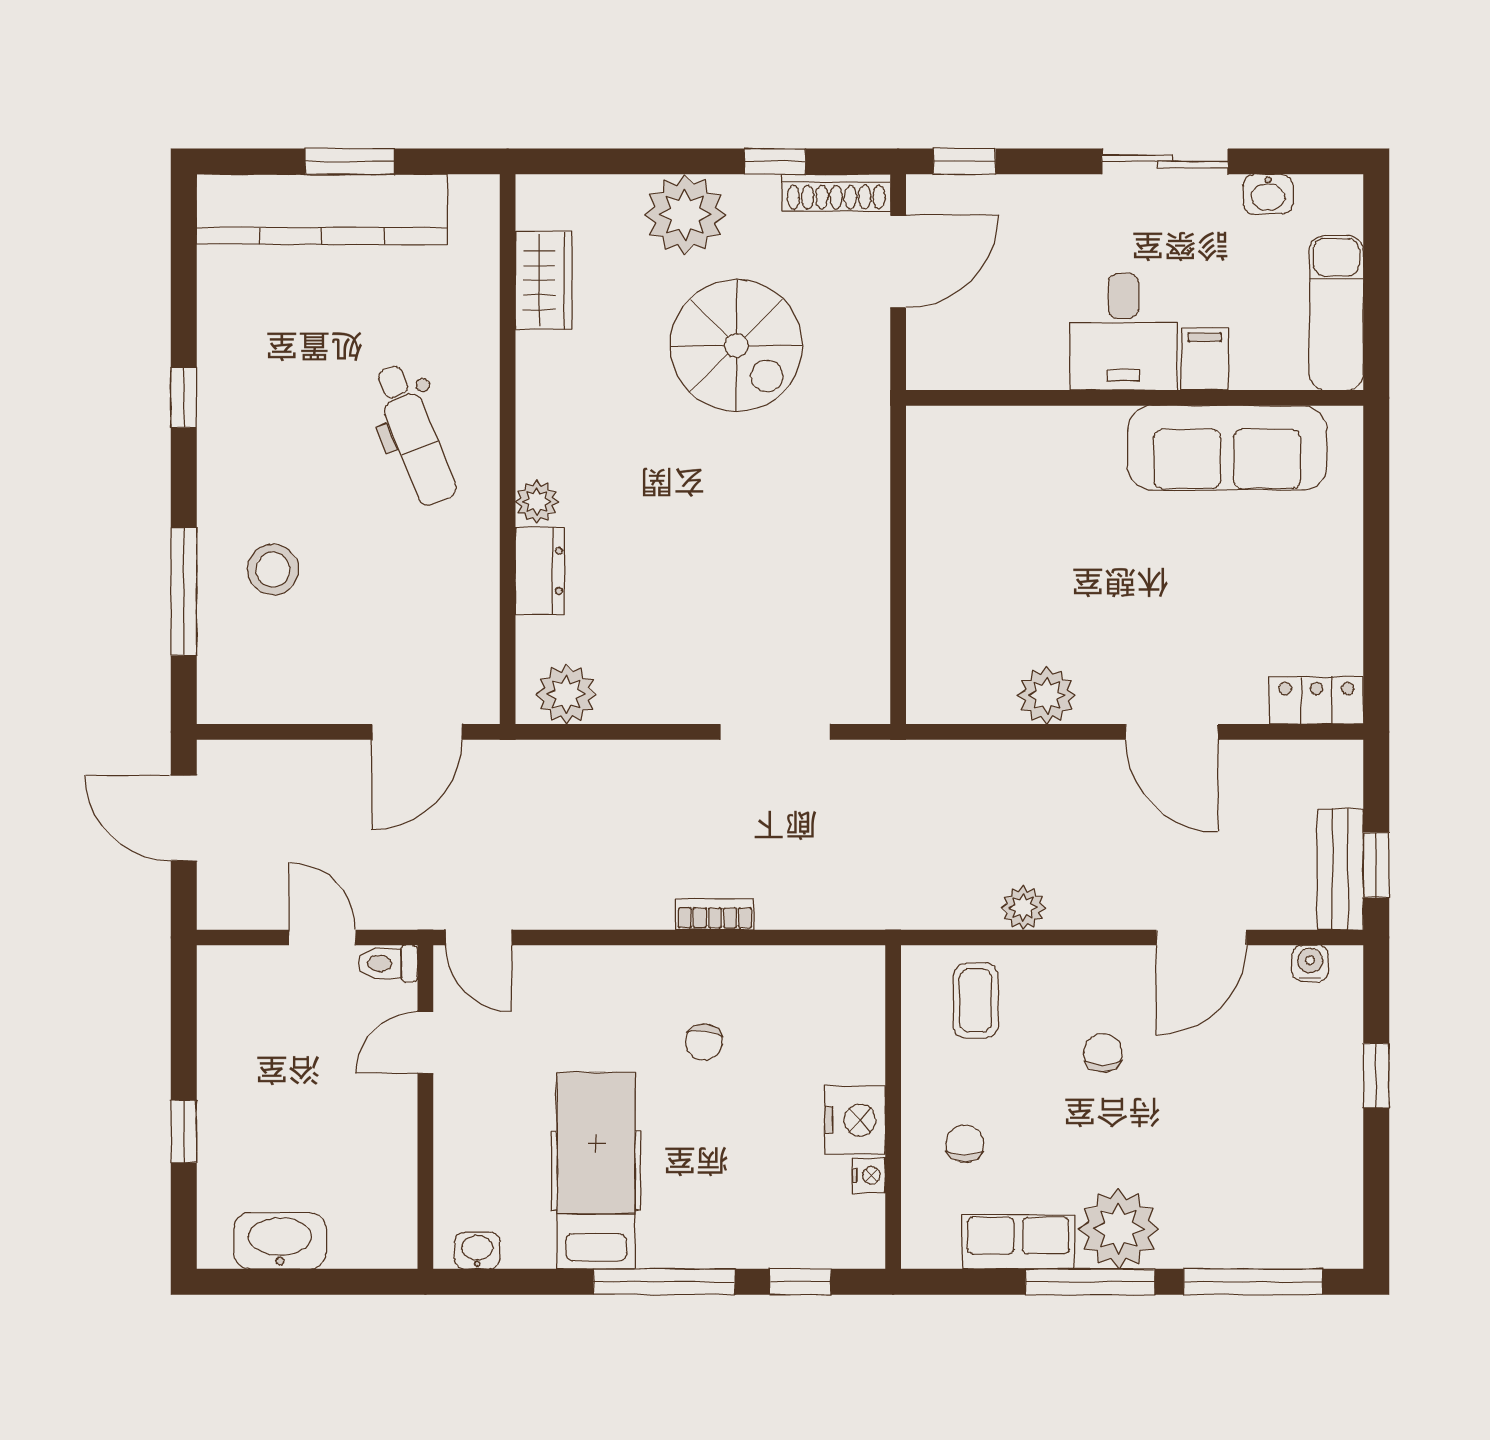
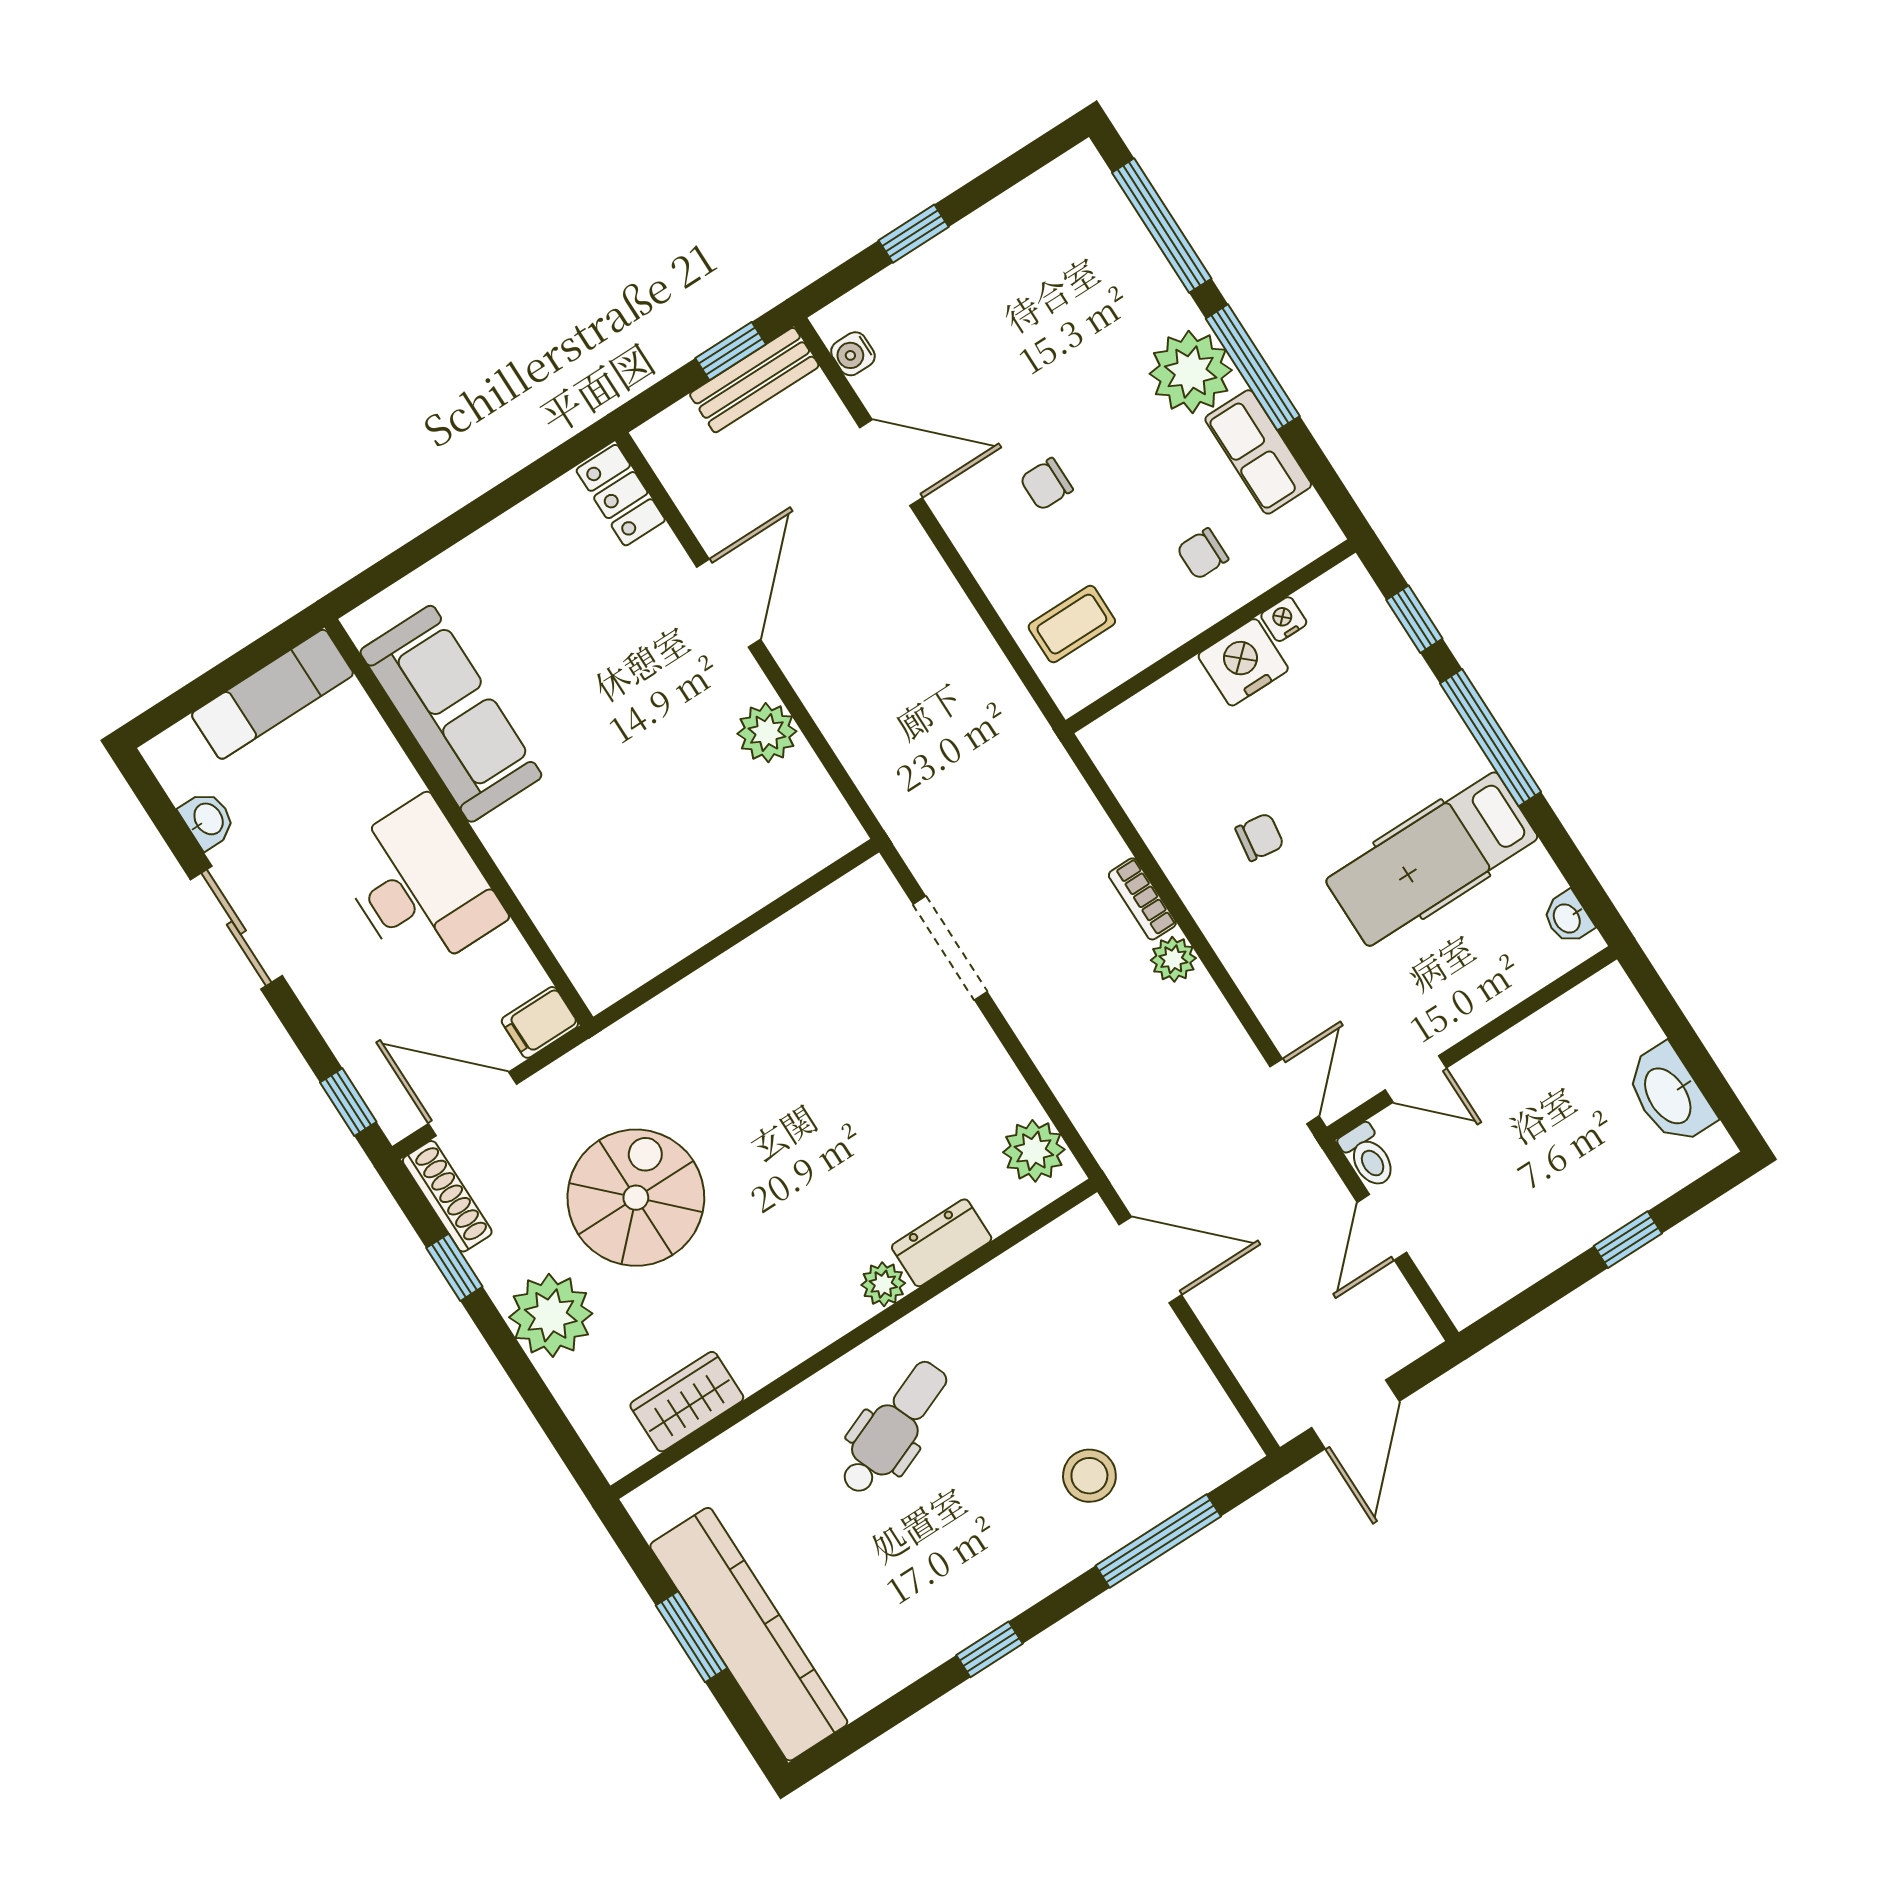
desk: (1123, 332) -> (419, 886), width x1.37
filing cabinet: (1205, 359) -> (540, 1022), moved
plant: (1023, 908) -> (1173, 959), moved

